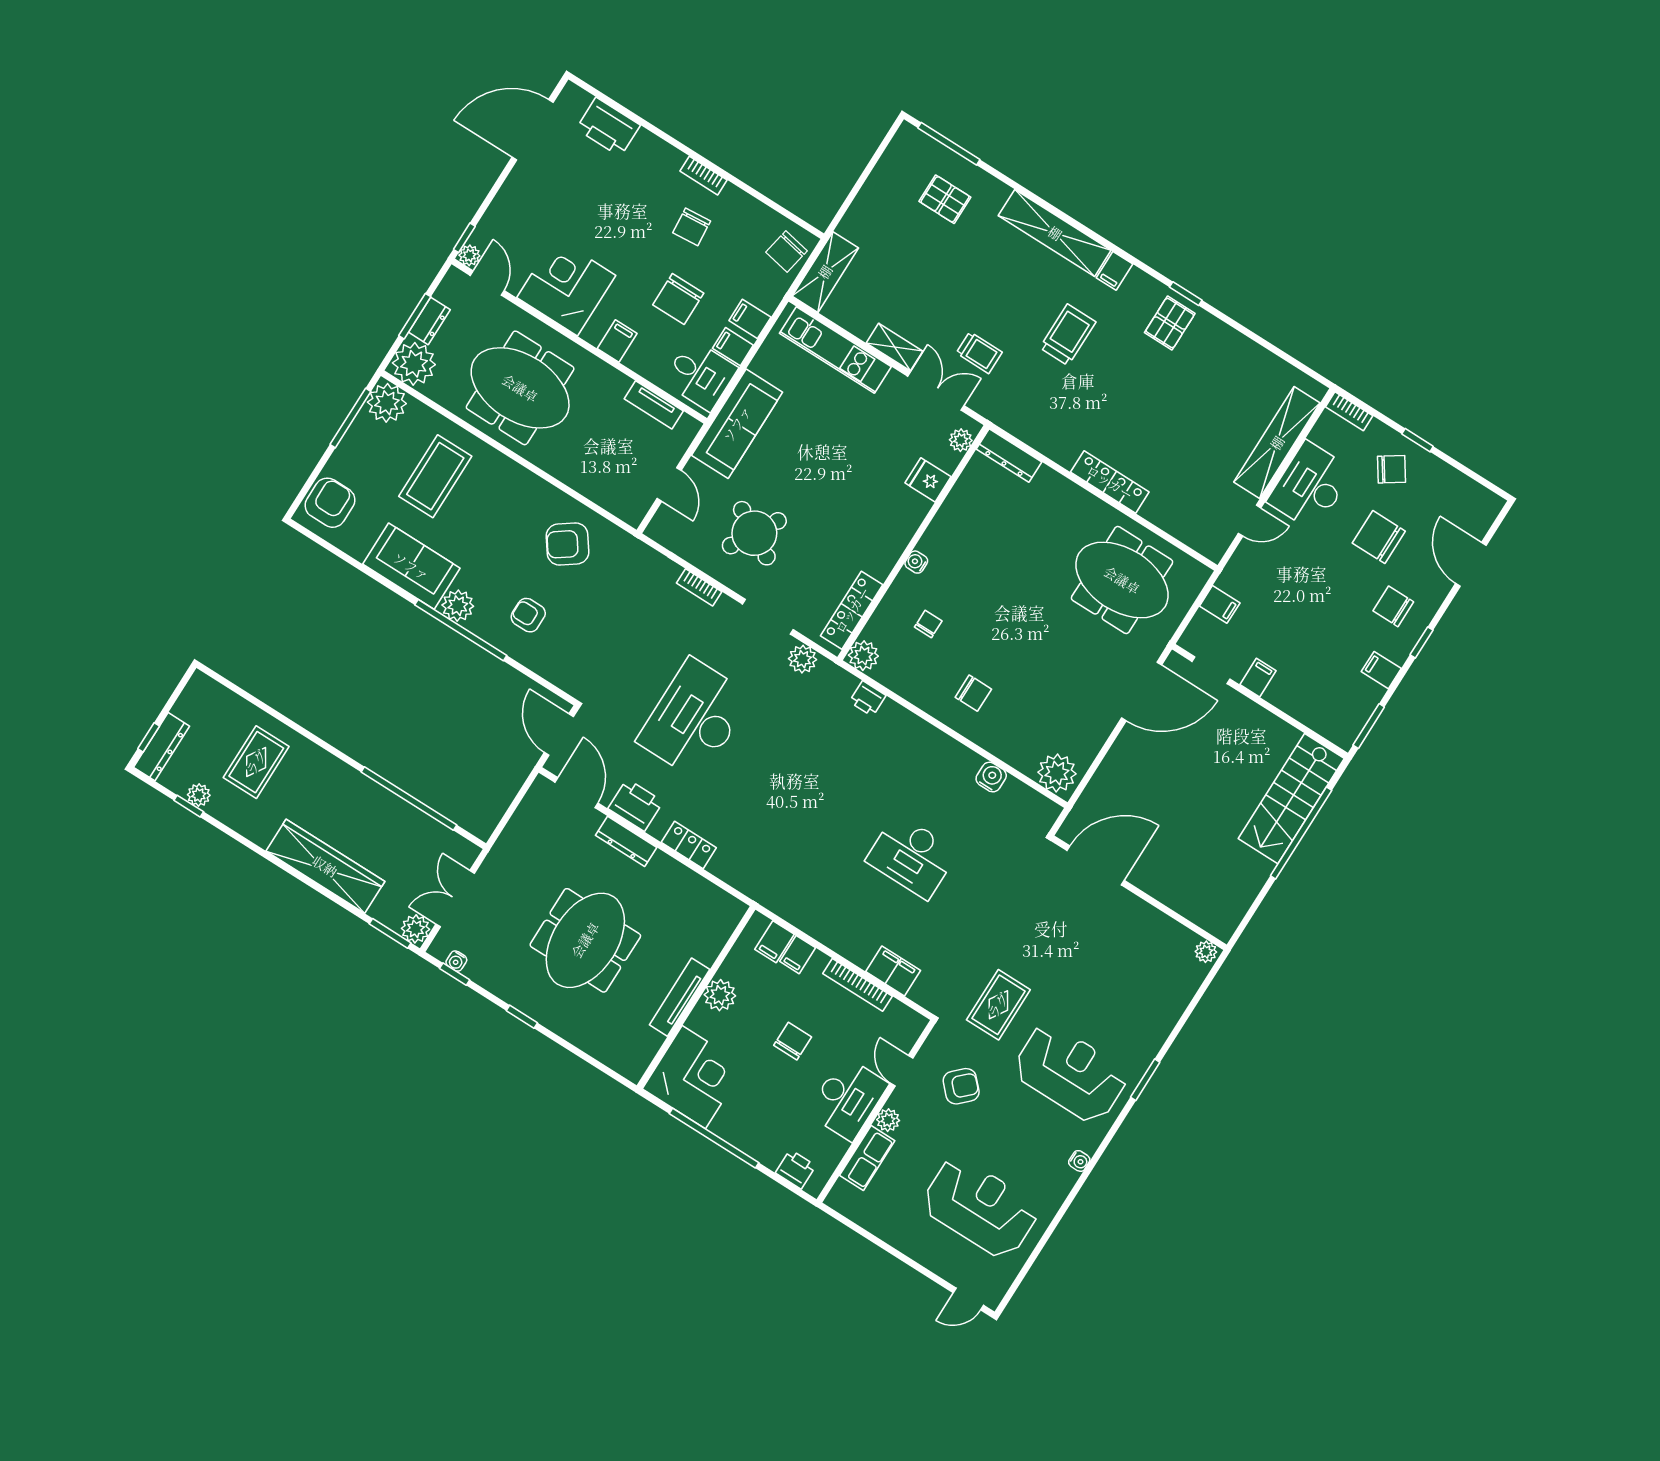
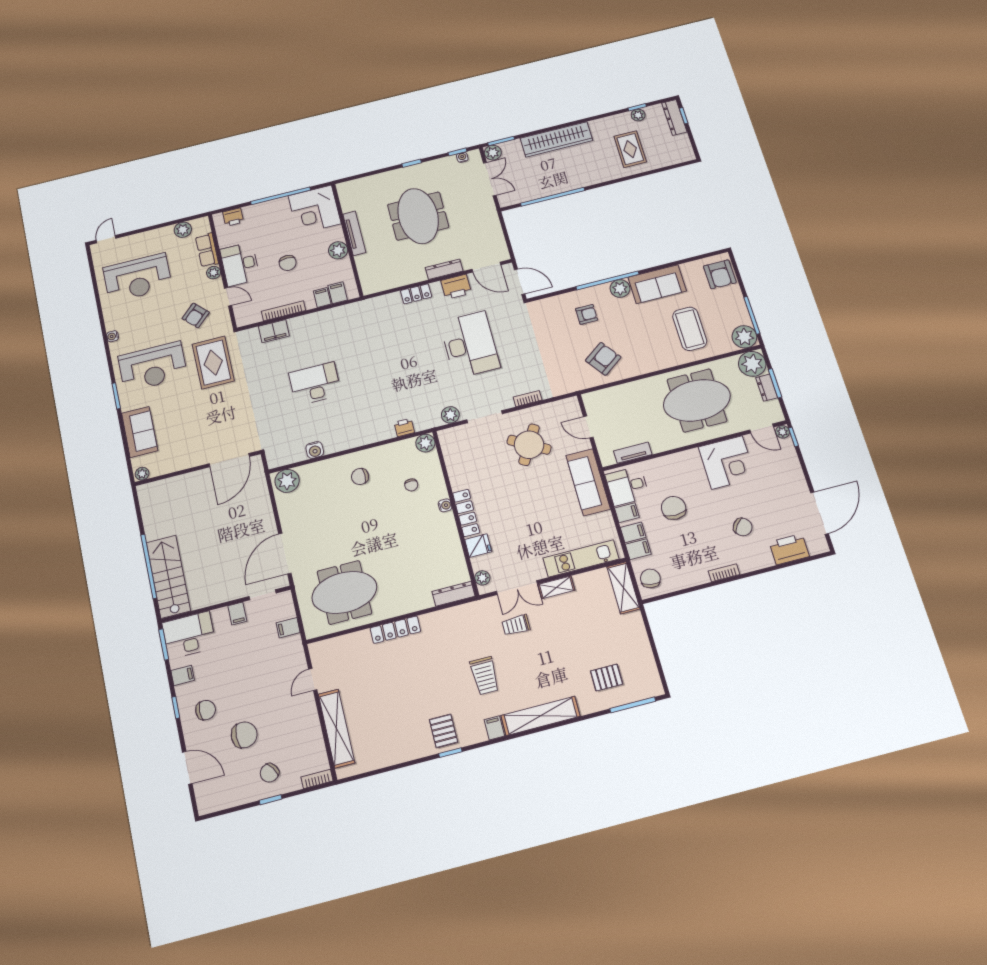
chair: (692, 227) -> (743, 527), moved, turned 133
filing cabinet: (617, 341) -> (638, 549), moved, turned -90
desk: (1310, 486) -> (189, 635), moved, turned -90
locker: (852, 610) -> (466, 513), moved
rug: (998, 1005) -> (213, 363), width x1.36, depth x1.43
sofa: (1161, 1006) -> (140, 432), added
plant: (869, 1215) -> (183, 230), added

